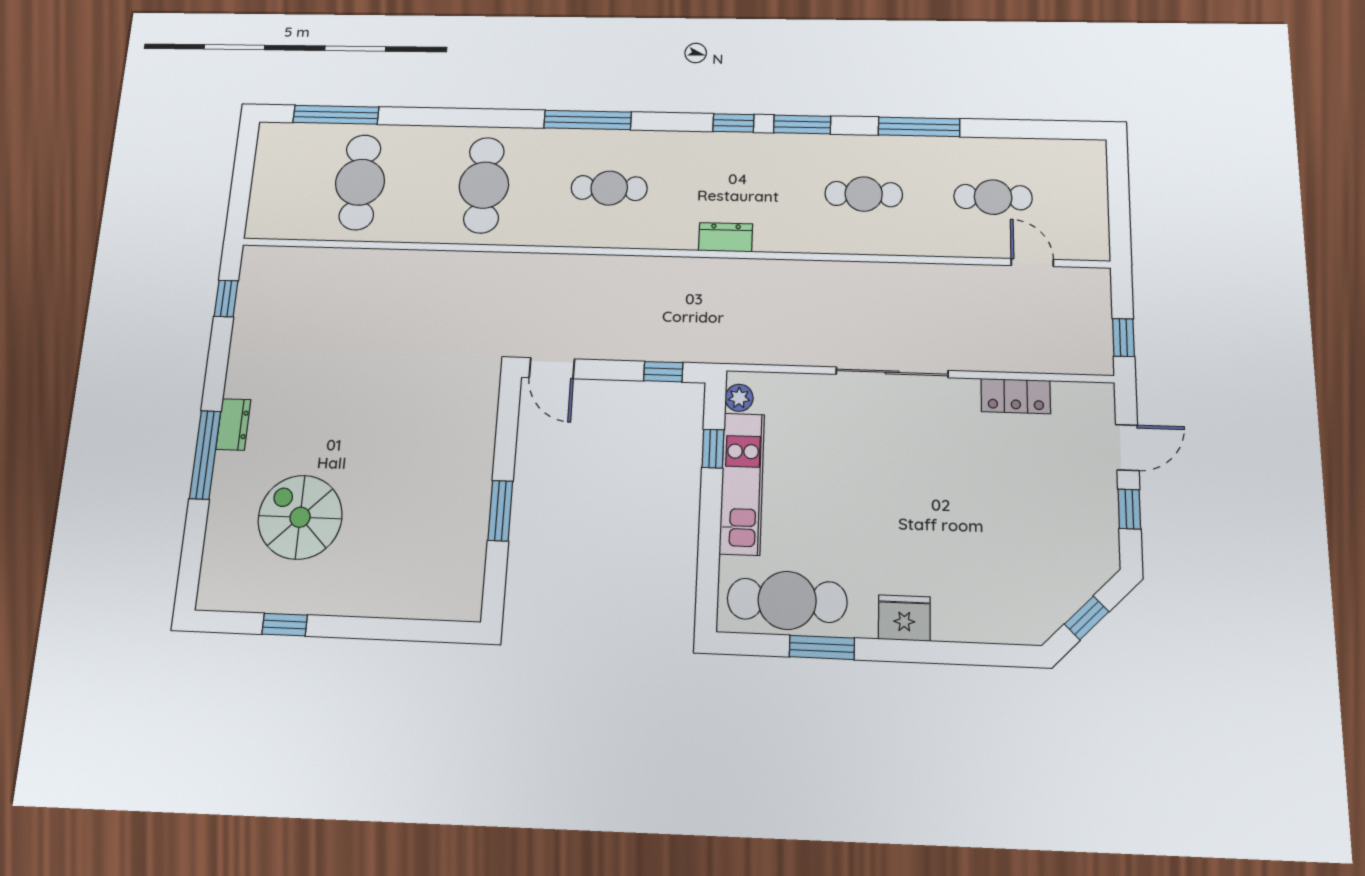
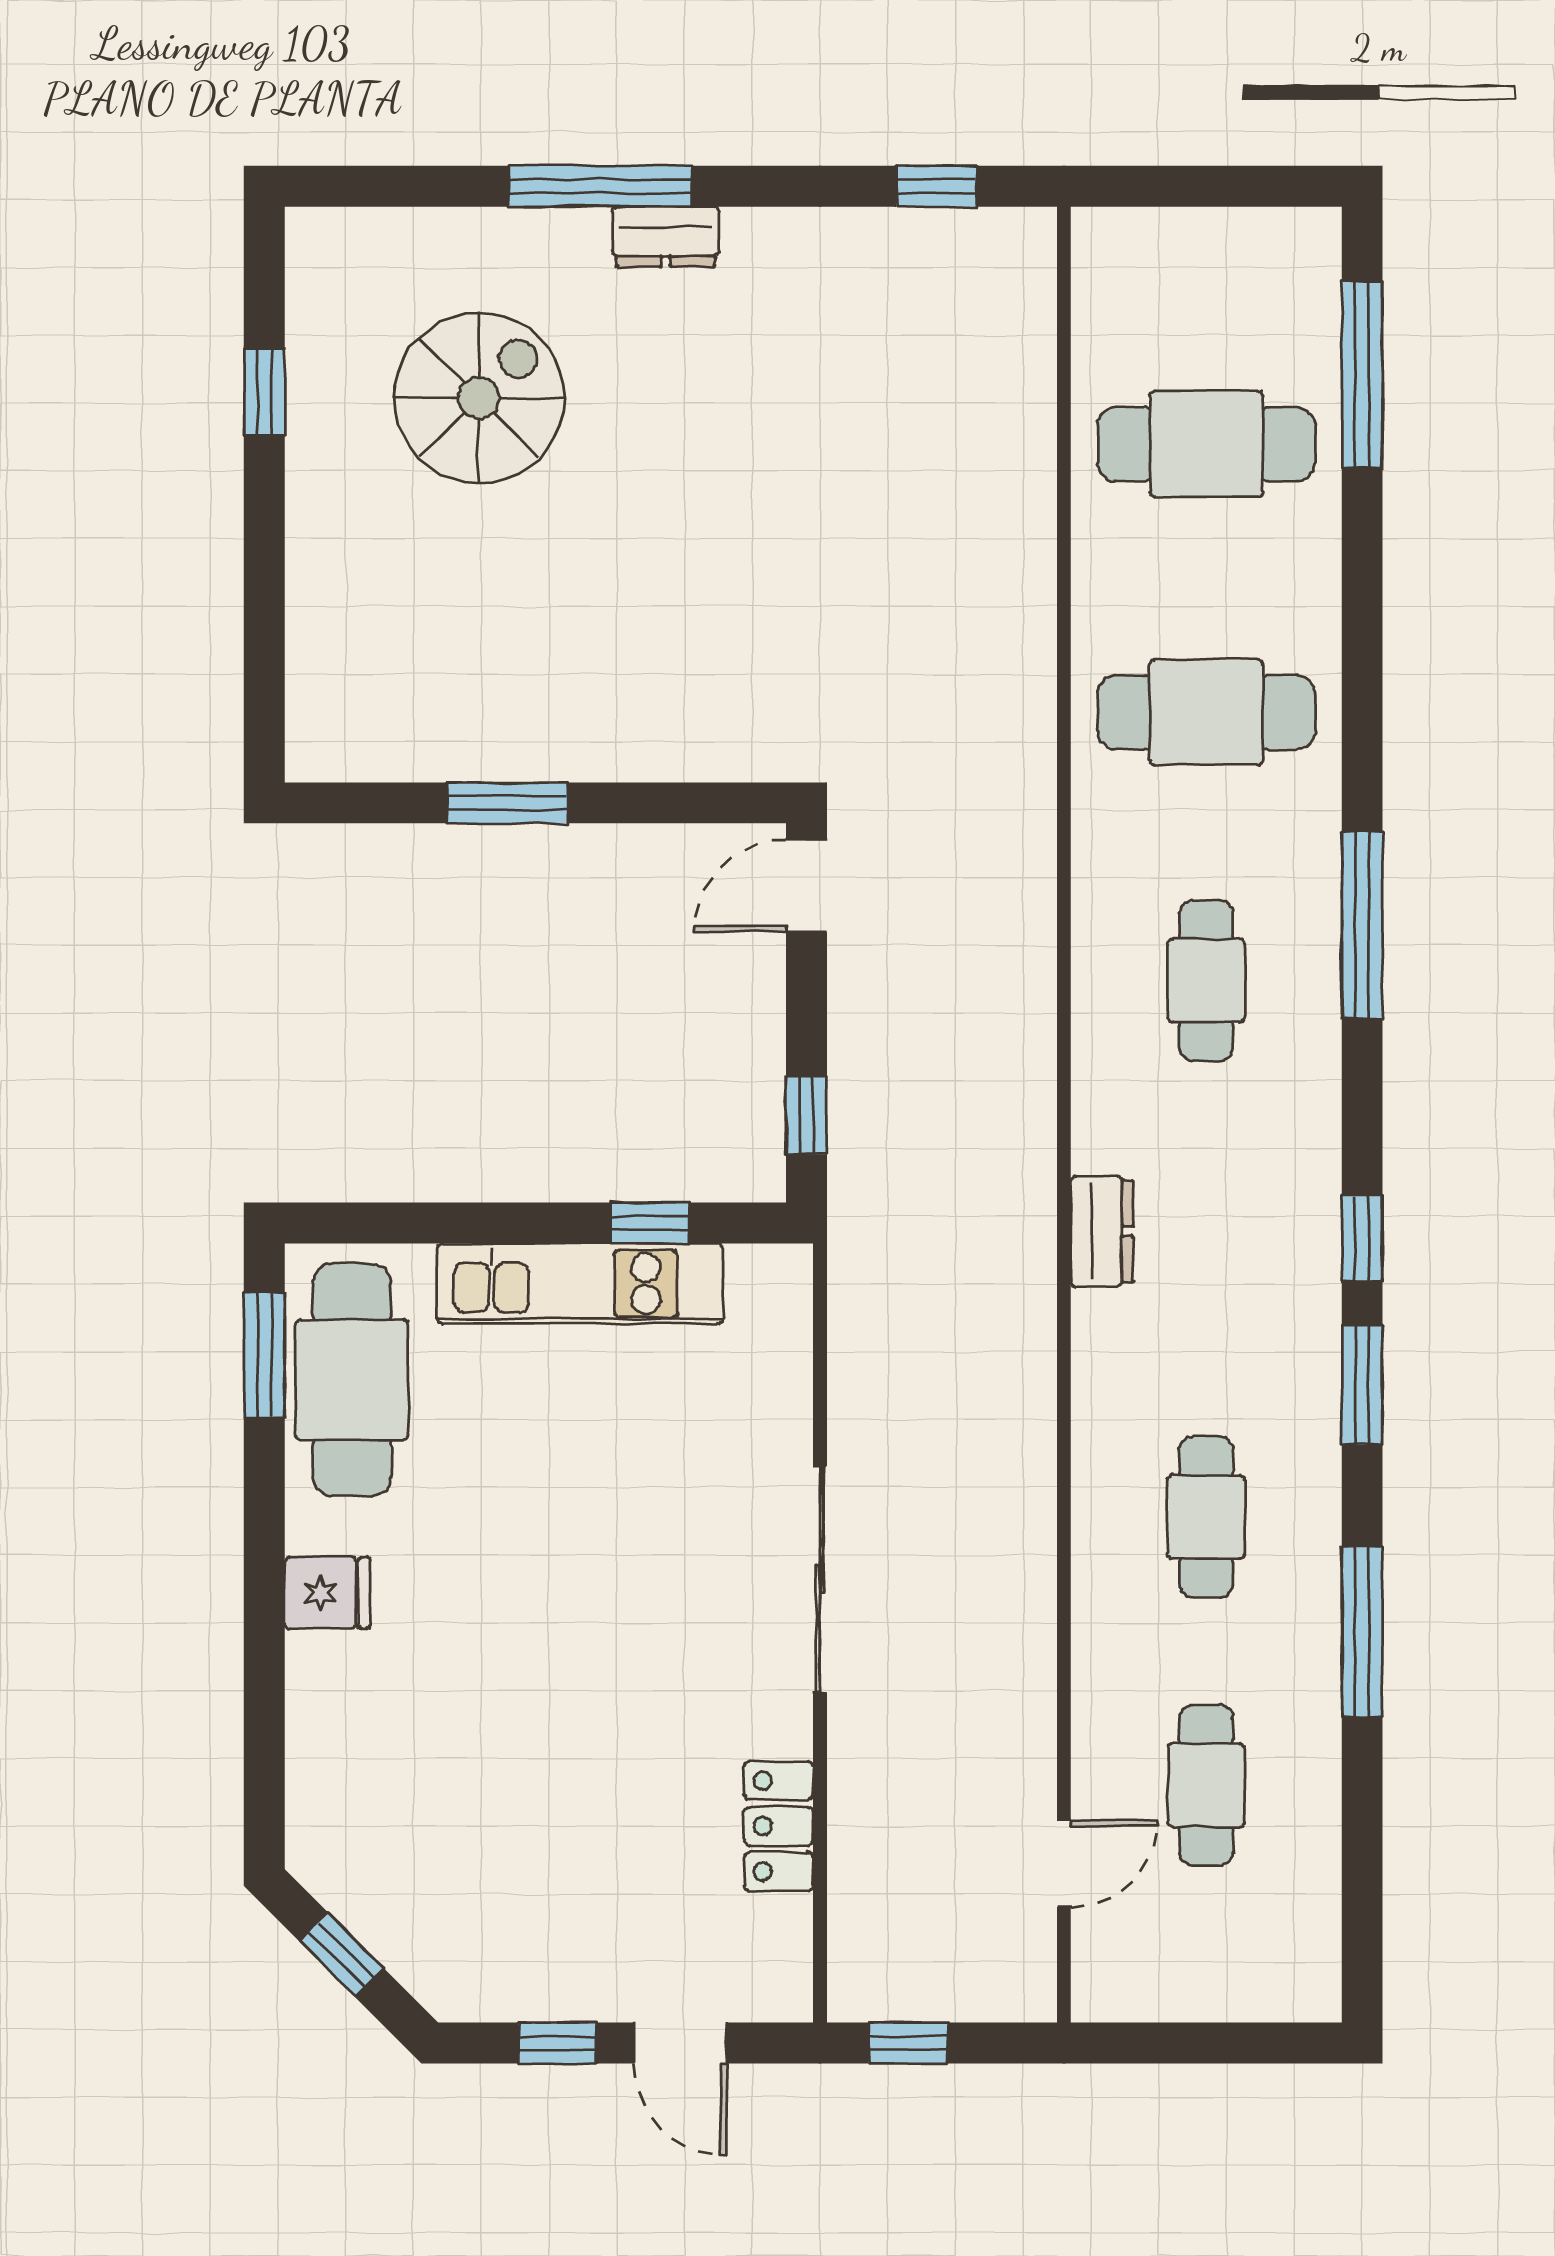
plant: (739, 398) -> (757, 1272), removed
fridge: (904, 618) -> (327, 1593), width x0.72
window: (822, 647) -> (264, 1355), moved

